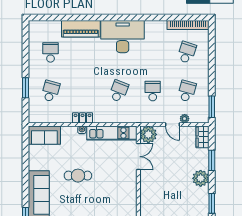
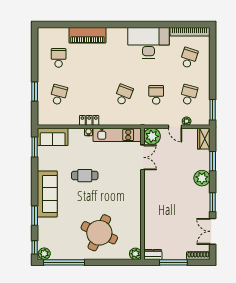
desk: (123, 37) -> (148, 43), moved
window: (26, 146) -> (35, 147), added

